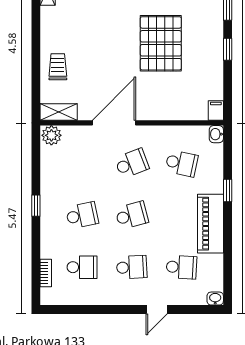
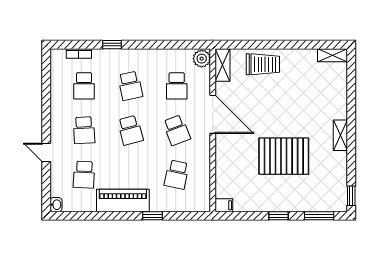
trolley: (58, 67) -> (263, 64), width x1.36, depth x1.39
washbasin: (216, 134) -> (203, 206), removed
school desk: (82, 163) -> (177, 86), added
window: (36, 206) -> (112, 45), moved

